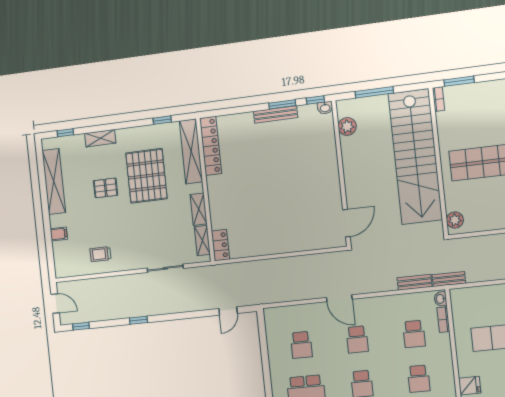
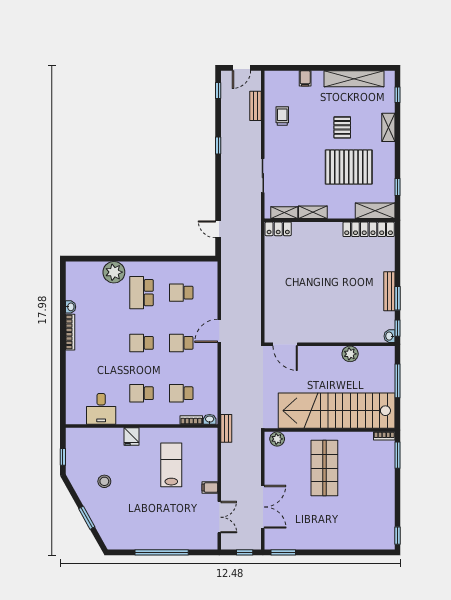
plant: (347, 126) -> (350, 354), moved
shelving: (191, 151) -> (375, 211), width x0.68
bench: (415, 282) -> (256, 106), moved

